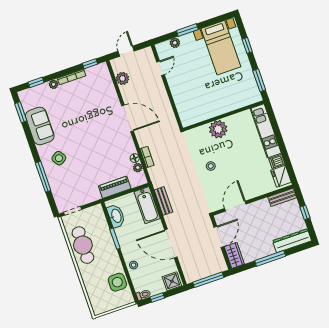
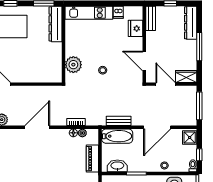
dresser: (242, 100) -> (56, 24), added
plant: (218, 129) -> (73, 65), moved
fridge: (281, 176) -> (136, 28), moved, turned 90

